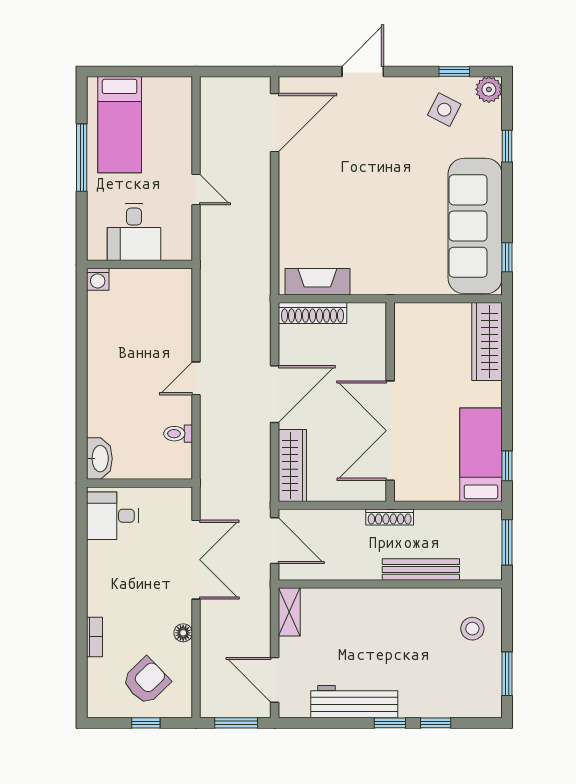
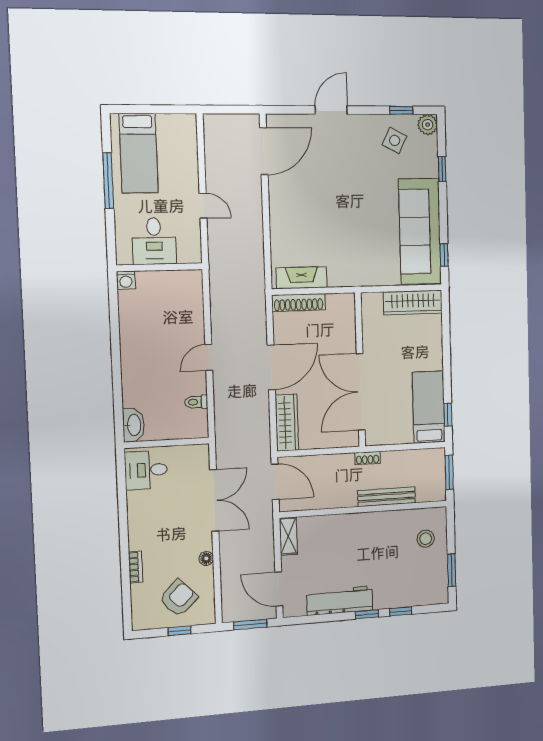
wardrobe: (487, 342) -> (413, 303), moved, turned -90
shoe rack: (390, 517) -> (368, 458), width x0.70

